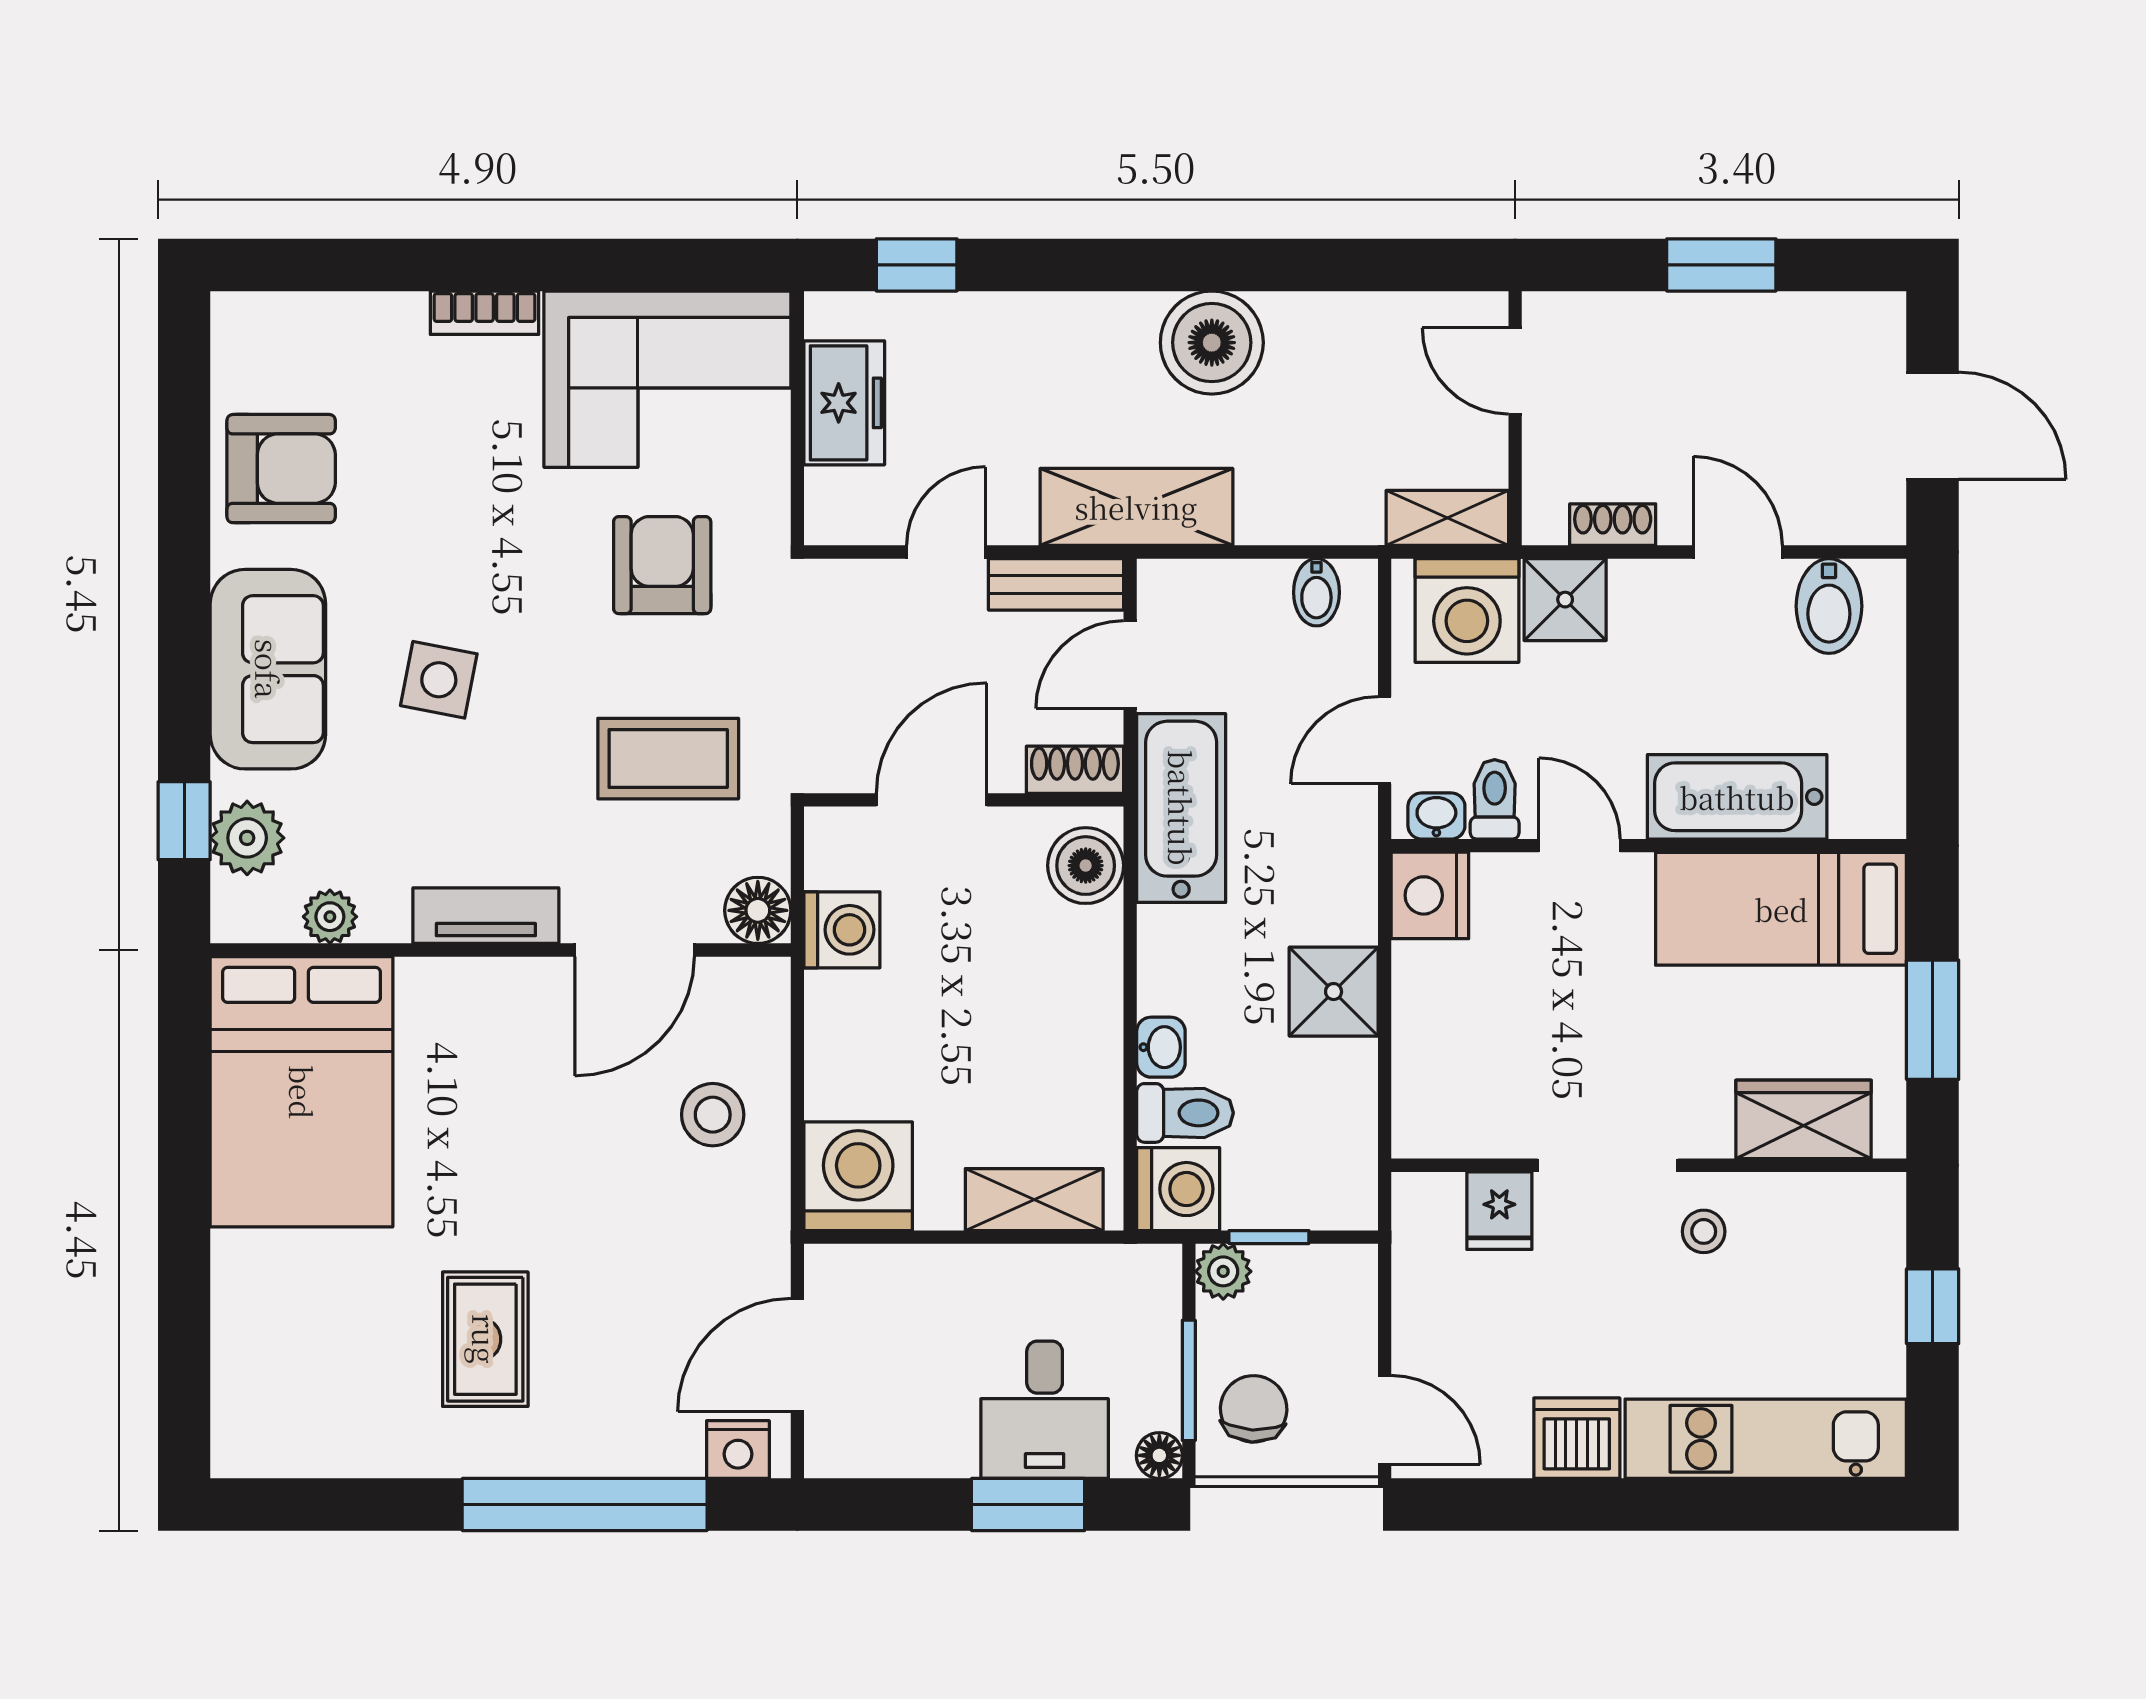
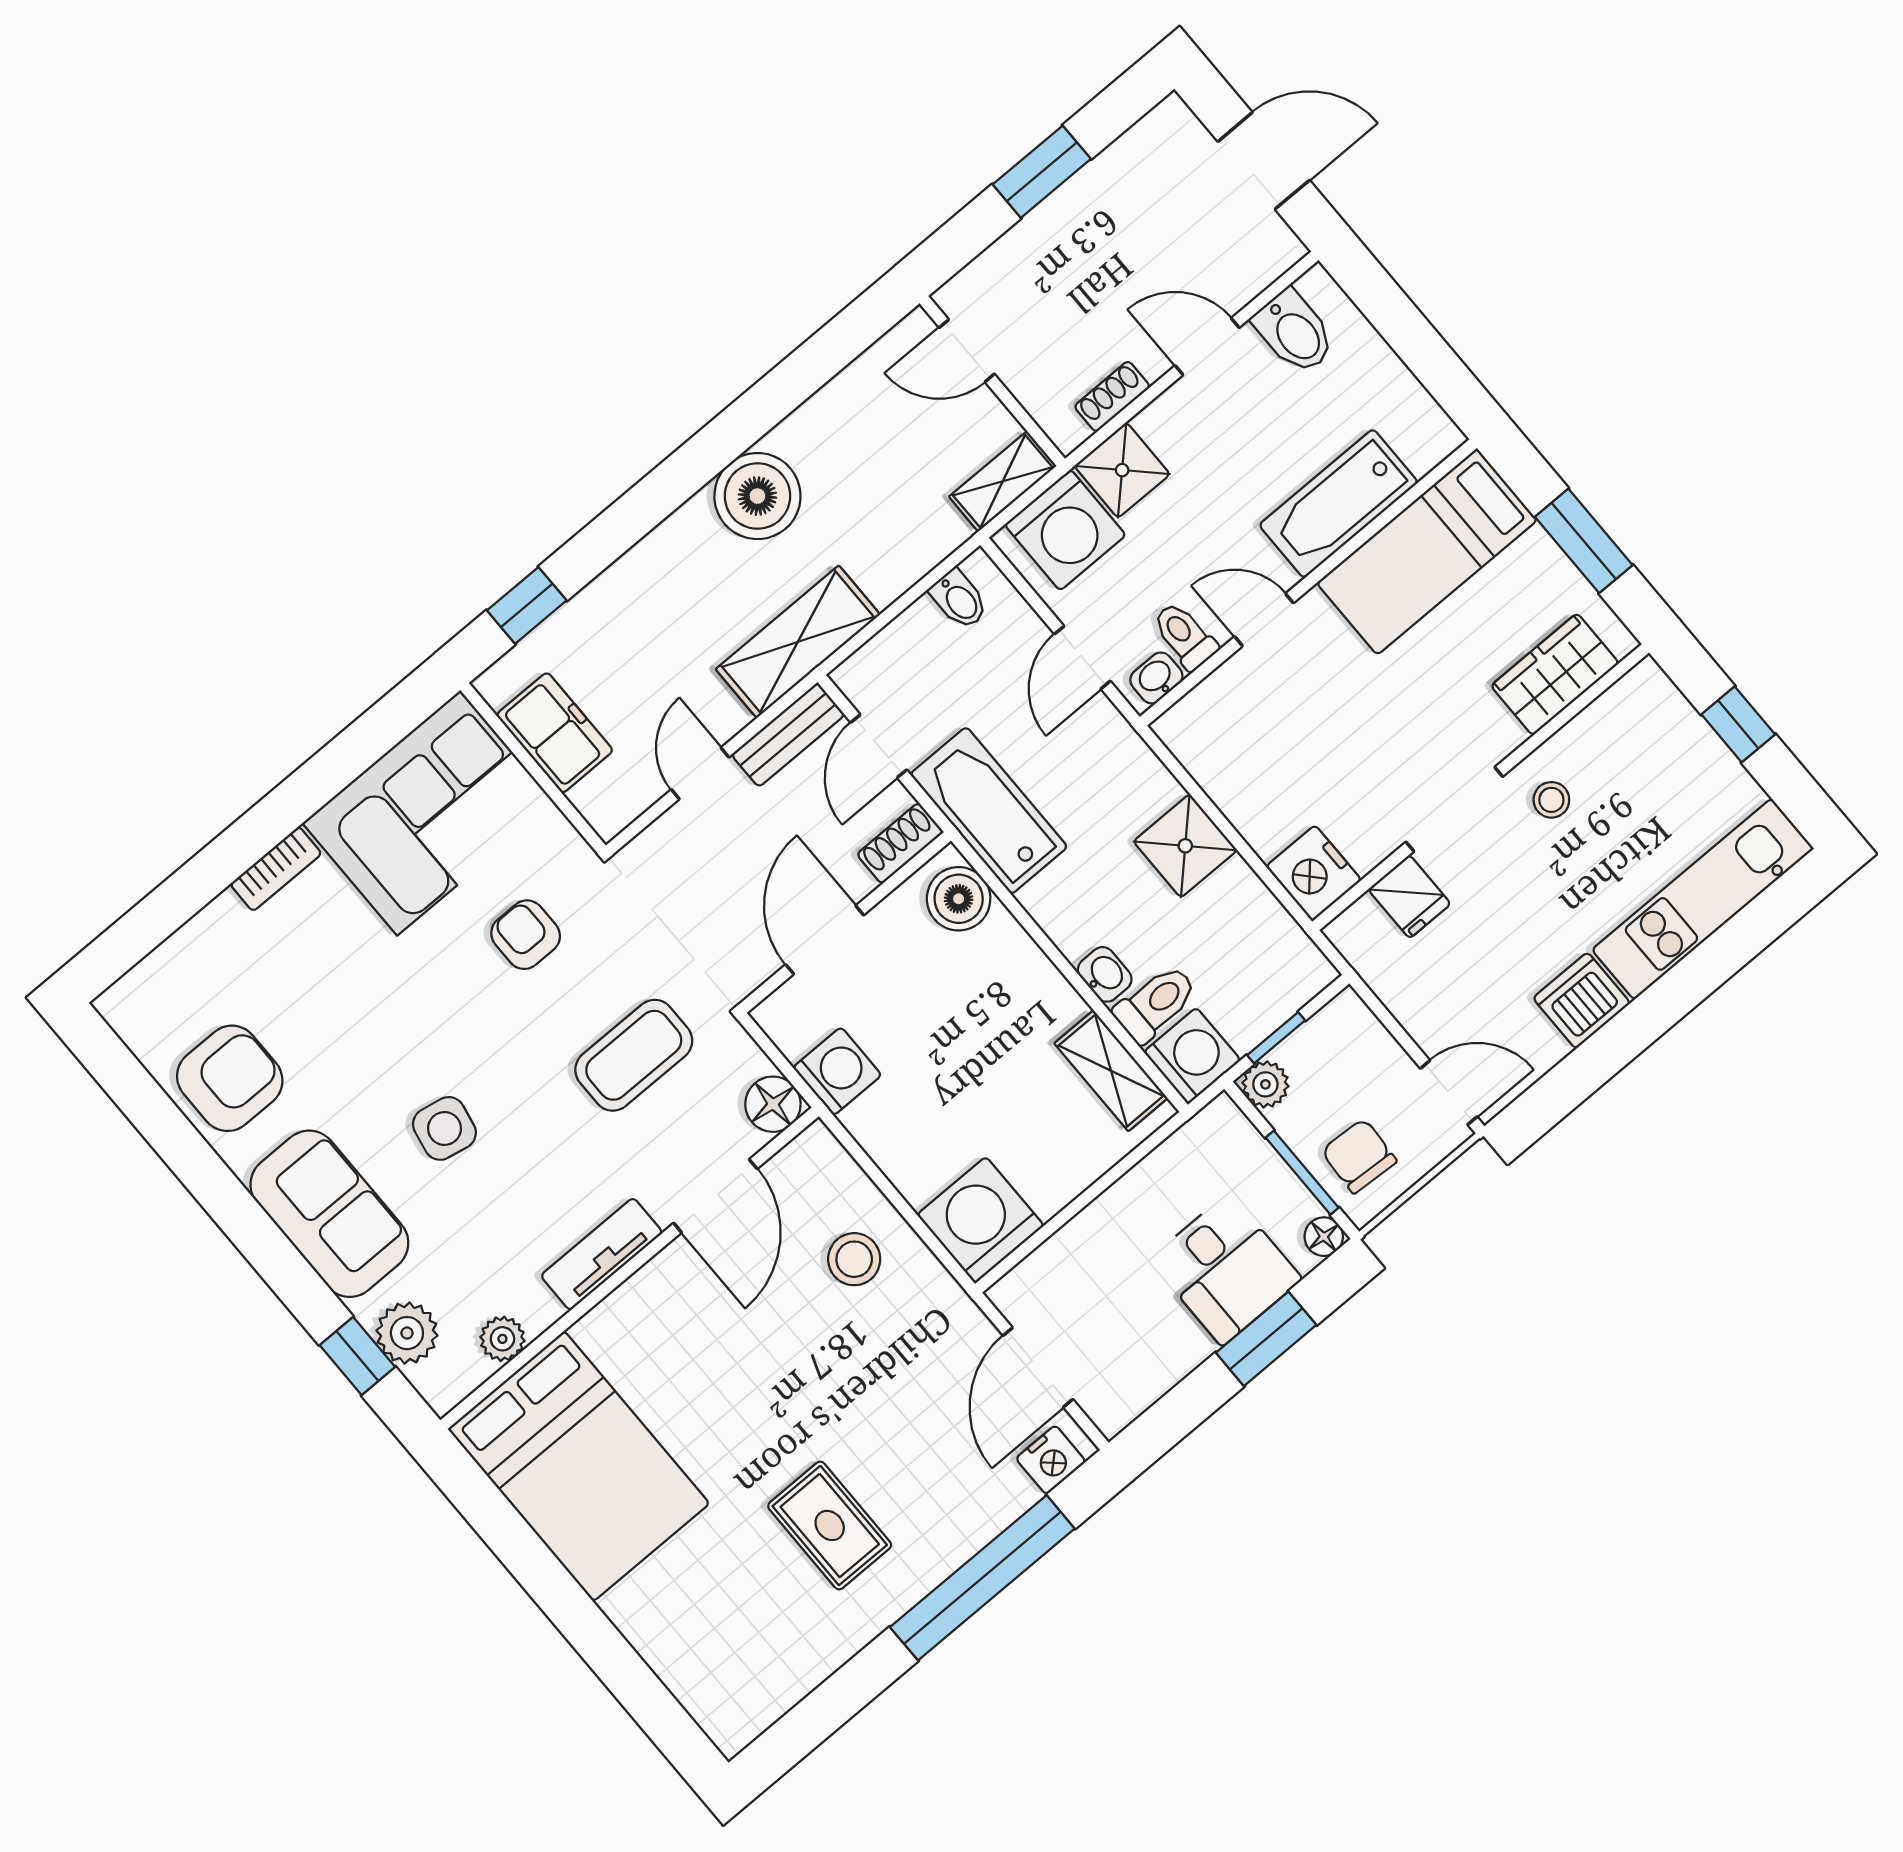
armchair: (662, 565) -> (526, 935), width x0.72, depth x0.72
nightstand: (1430, 895) -> (1314, 873), moved
shelving: (1034, 1200) -> (1111, 1071), moved, turned 90

